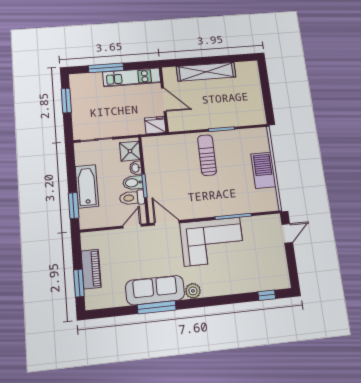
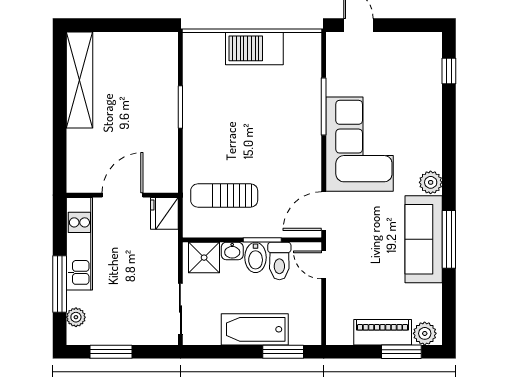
shelving: (206, 72) -> (80, 80), moved
plant: (86, 79) -> (76, 317), added
sun lounger: (207, 155) -> (224, 195), moved
plant: (92, 298) -> (425, 333), added

